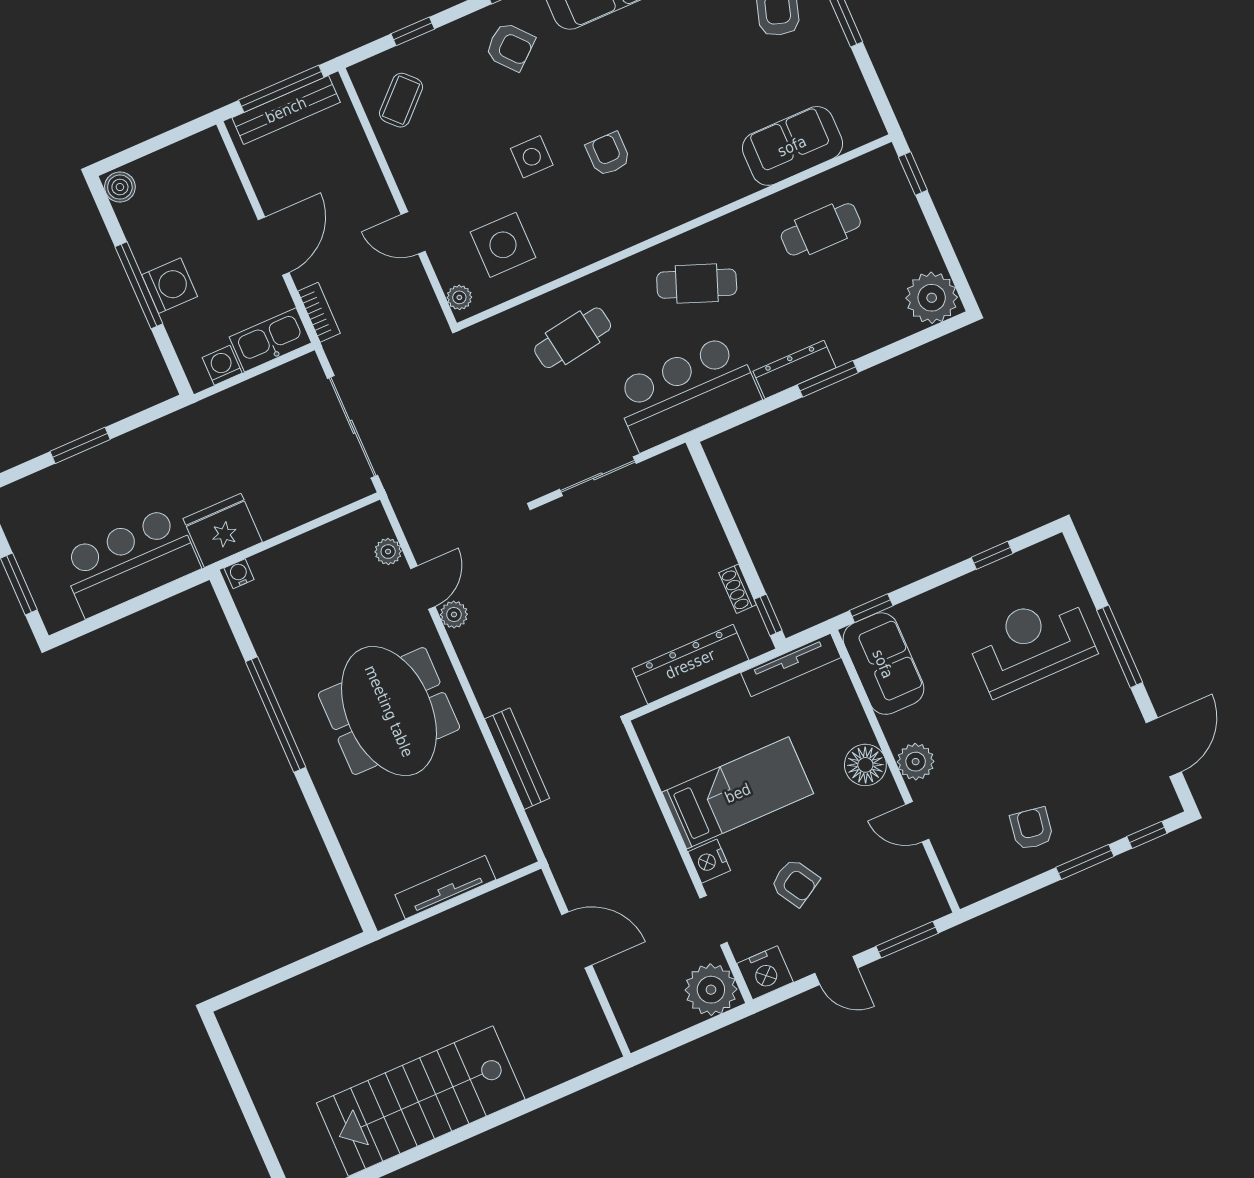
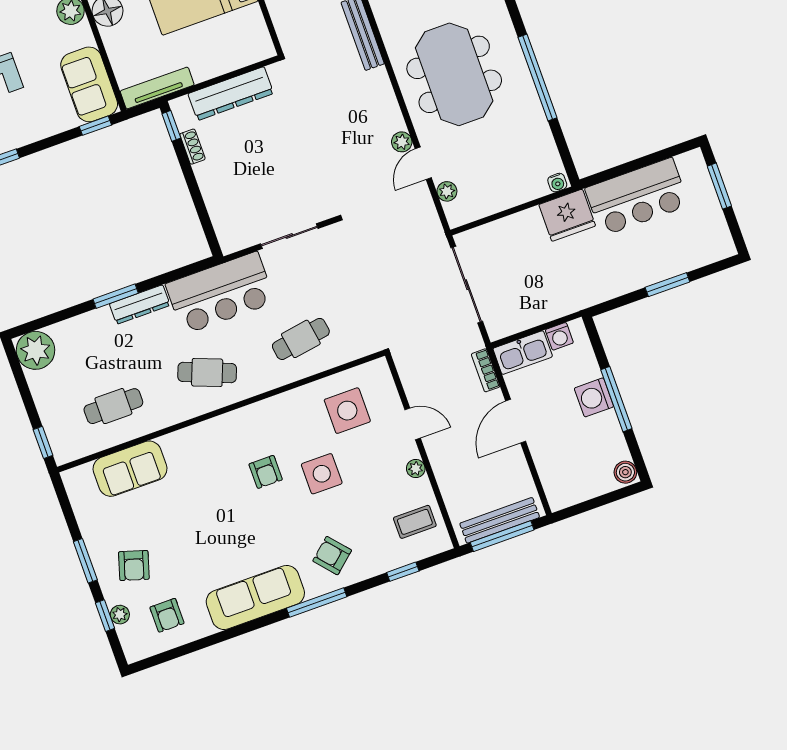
coffee table: (401, 100) -> (415, 522), turned 44
side table: (532, 157) -> (322, 474), width x1.37, depth x1.37
plant: (459, 297) -> (416, 468), moved

